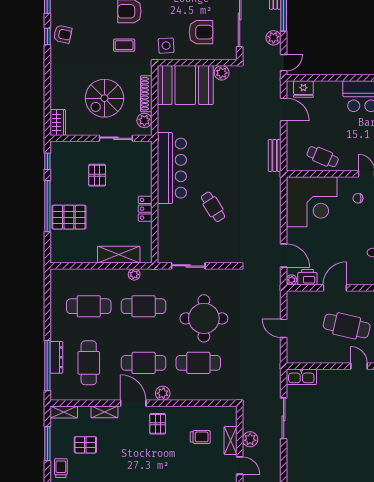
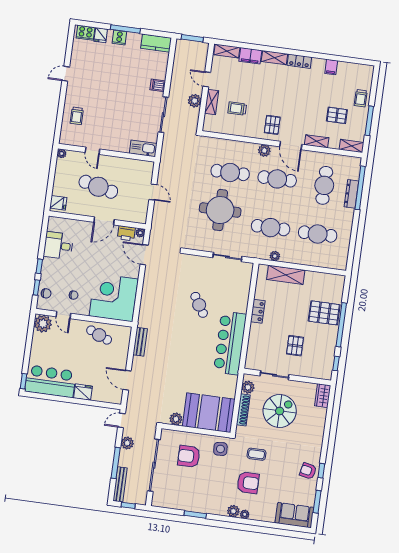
fridge: (303, 89) -> (83, 392), moved
dishwasher: (295, 451) -> (158, 85), added

